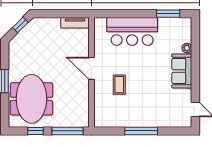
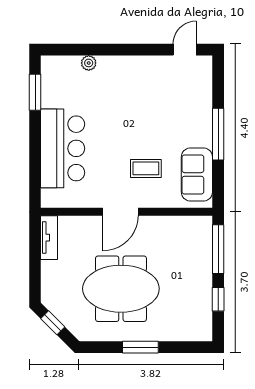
sofa: (182, 71) -> (197, 174), moved, turned 90
meeting table: (31, 99) -> (121, 289), moved

